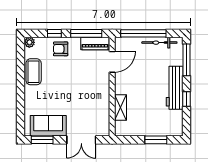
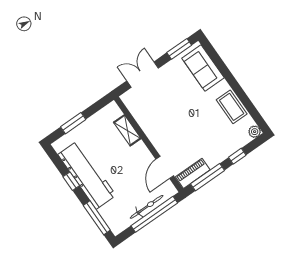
bicycle: (159, 43) -> (147, 207), moved
armchair: (61, 49) -> (221, 146), removed
workbench: (175, 88) -> (87, 175), width x1.36, depth x1.32
sofa: (48, 126) -> (203, 68), moved, turned 90

